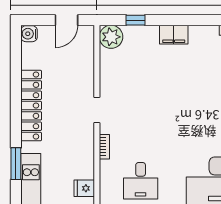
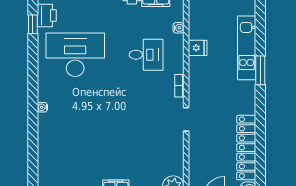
locker: (31, 106) -> (246, 148), moved
desk: (141, 181) -> (146, 55), turned 90

